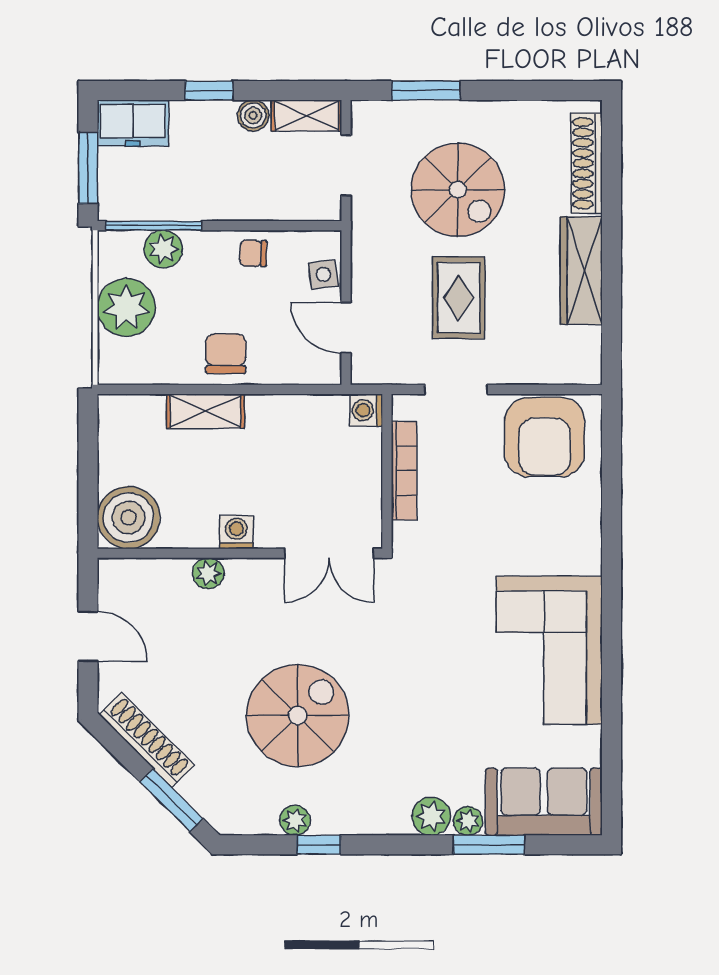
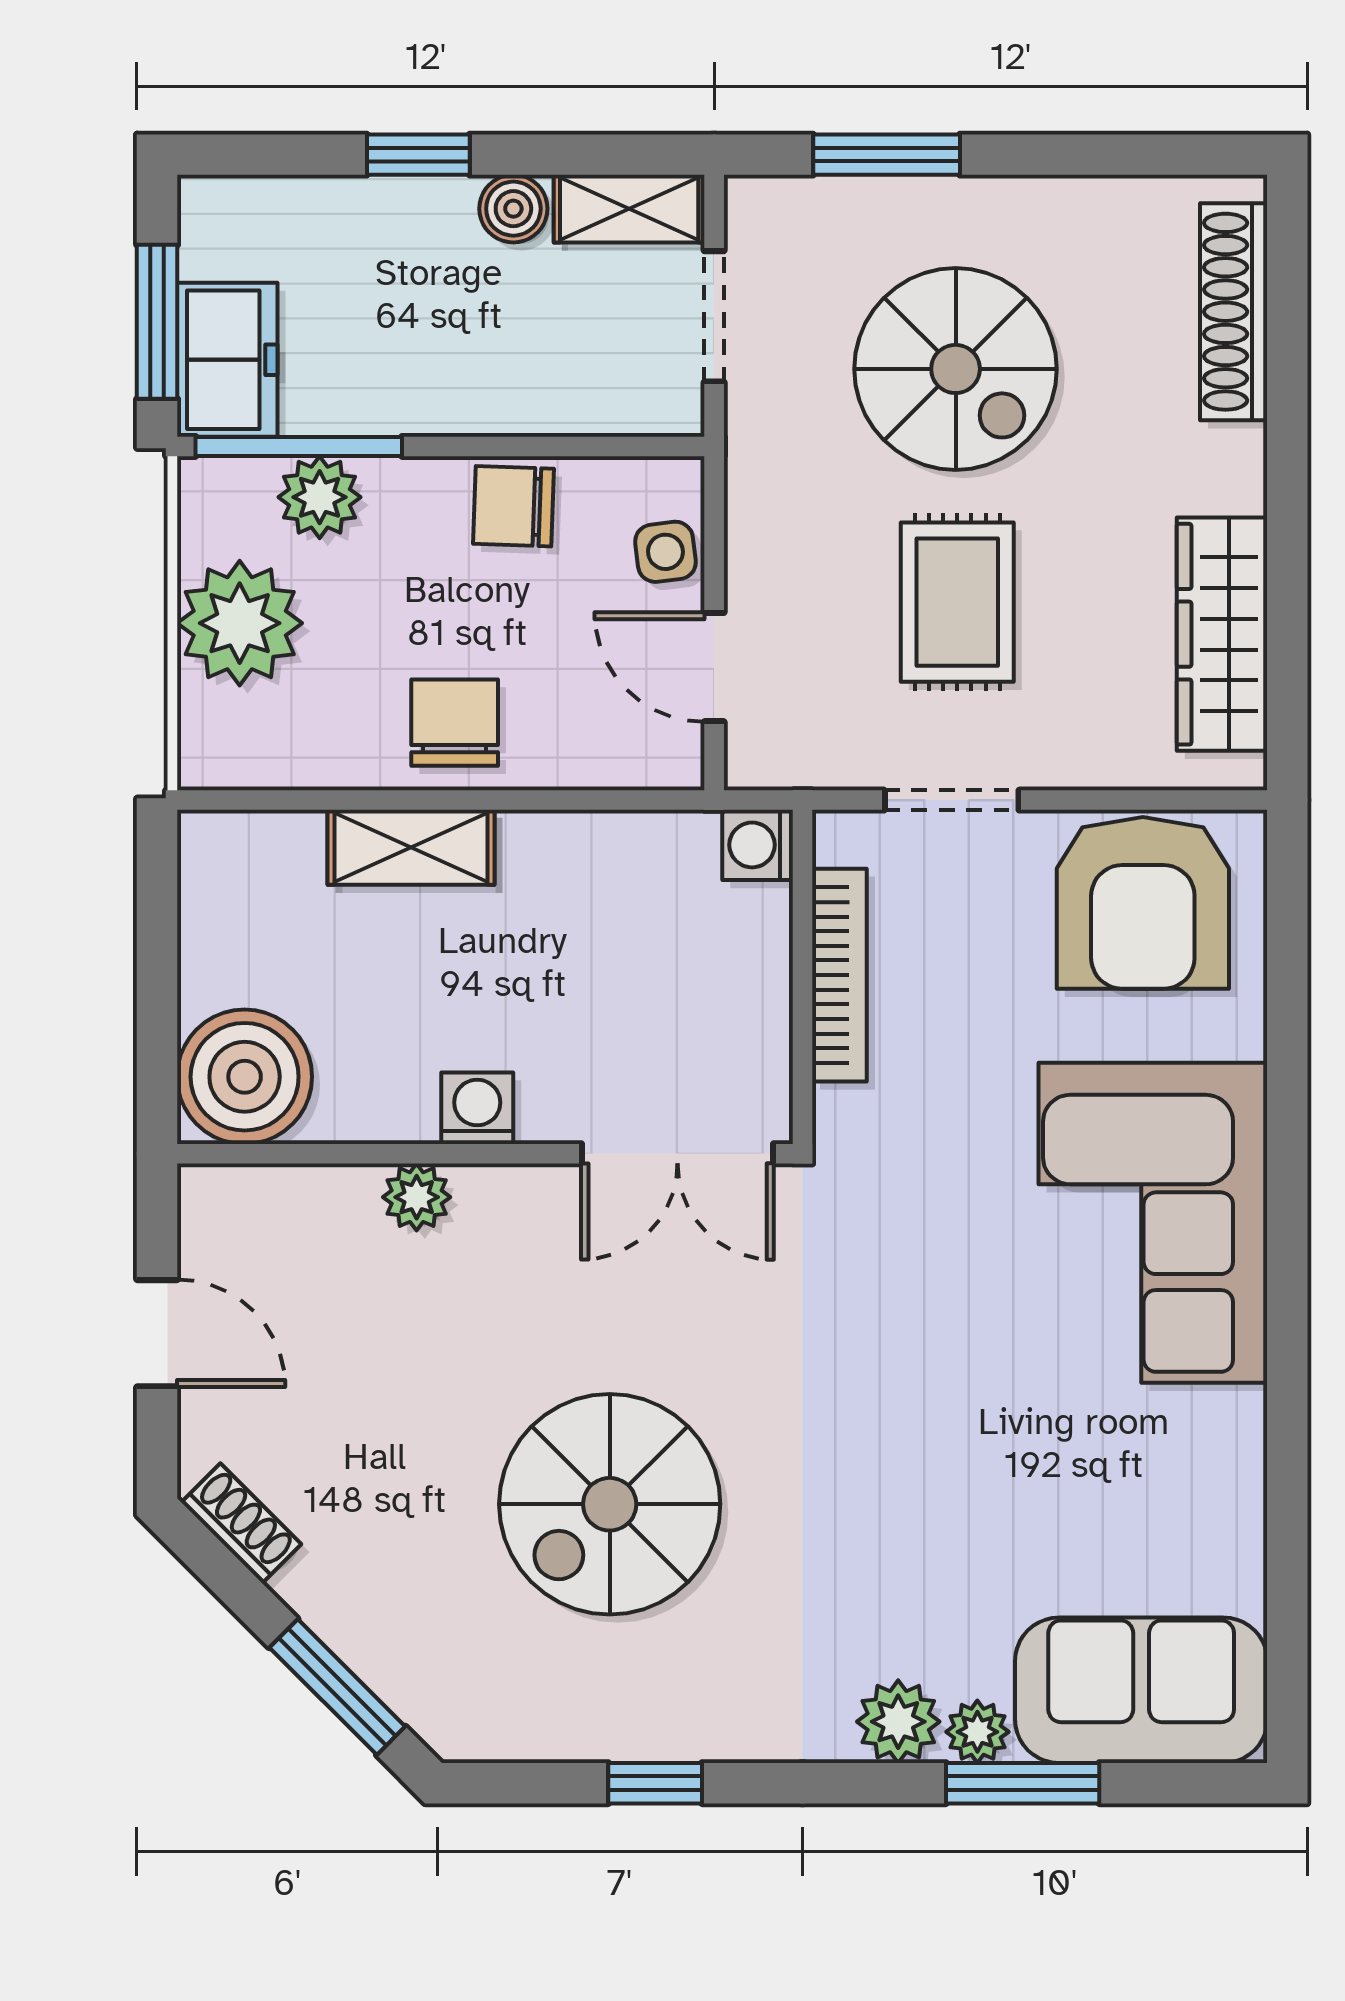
freezer: (133, 123) -> (227, 360), moved, turned -90
chair: (253, 253) -> (513, 506), width x1.37, depth x1.37
wardrobe: (581, 271) -> (1222, 634), moved
corner sofa: (549, 650) -> (1153, 1223), moved
spiral stairs: (298, 716) -> (610, 1504), turned 180
shoe rack: (147, 740) -> (241, 1523), width x0.51, depth x0.81
plant: (295, 820) -> (604, 1730), removed

